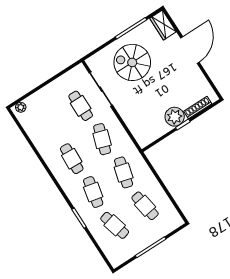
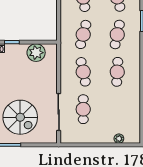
plant: (21, 107) -> (119, 139), moved
plant: (175, 117) -> (36, 53), moved
cafe table: (102, 139) -> (83, 72), turned -30

